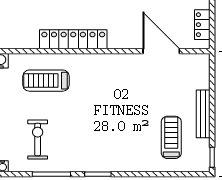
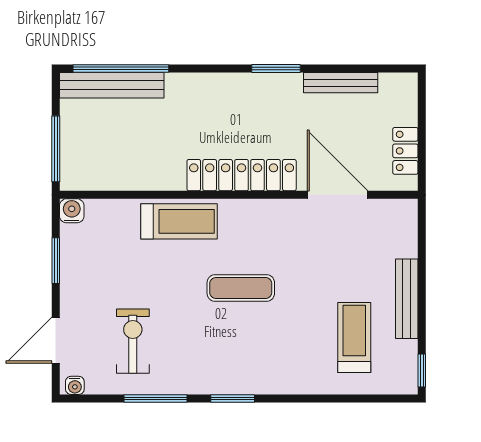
locker: (73, 39) -> (242, 175), moved
treadmill: (46, 81) -> (179, 221), moved, turned 180
exercise mat: (103, 107) -> (241, 288), added

